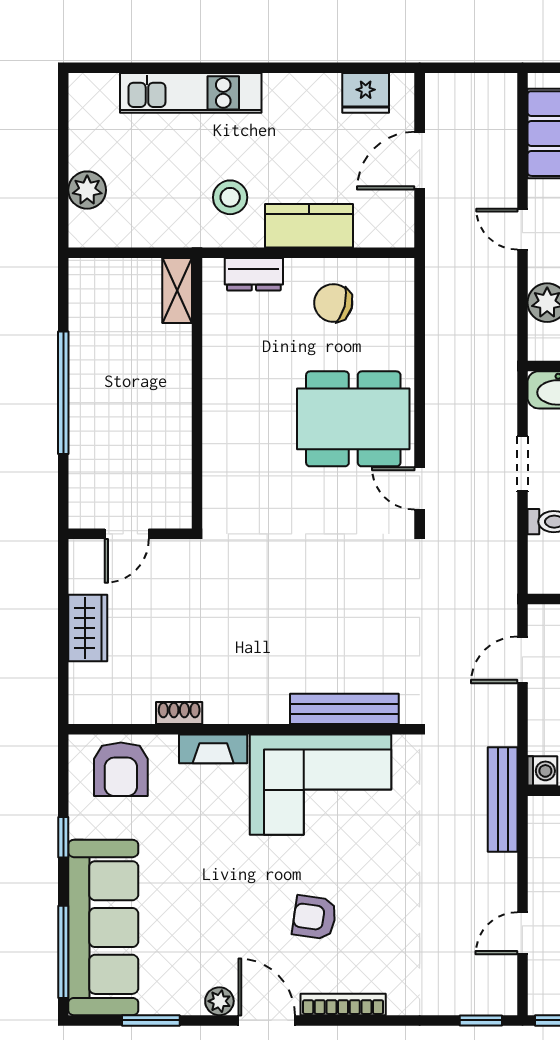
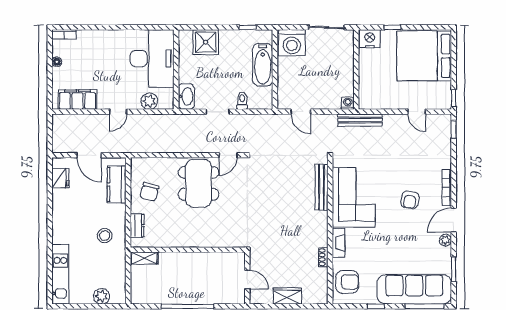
kitchen unit: (191, 93) -> (60, 274), moved
kitchen counter: (309, 226) -> (117, 184), moved

